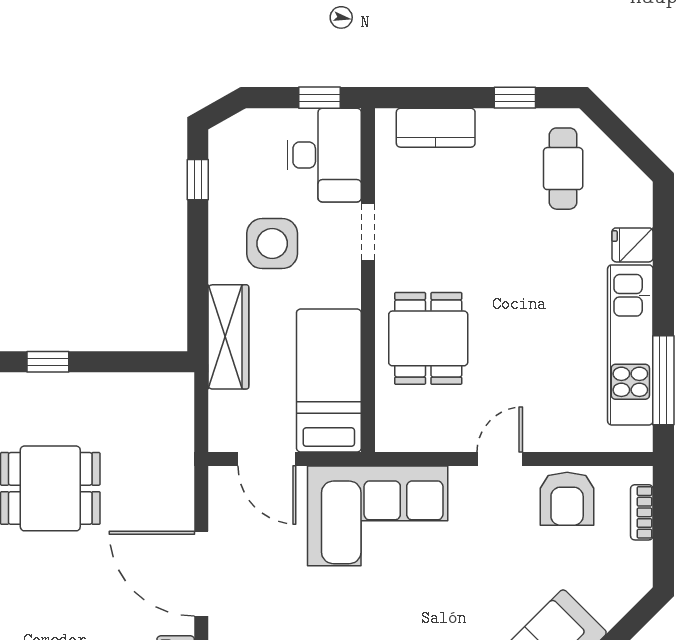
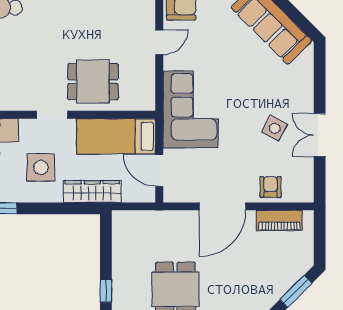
doorway: (368, 232) -> (52, 115), moved
door: (267, 459) -> (159, 170), swing flipped
door: (500, 459) -> (159, 42), swing flipped

